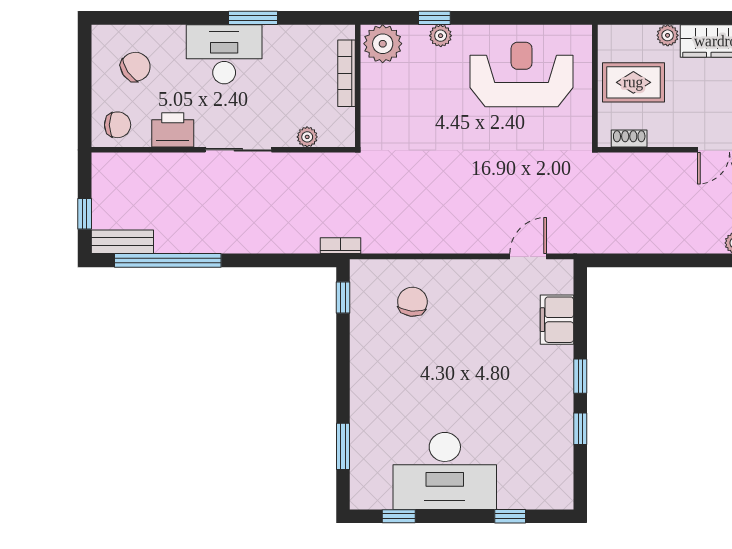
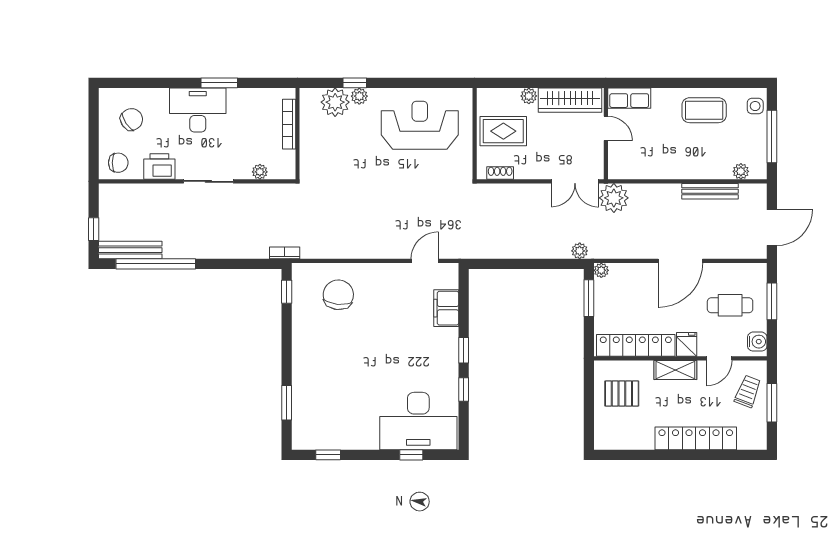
plant: (383, 44) -> (335, 102), moved
bench: (122, 242) -> (130, 250), width x1.36
chair: (412, 302) -> (338, 295), width x1.37, depth x1.37
desk: (445, 471) -> (418, 421), moved

